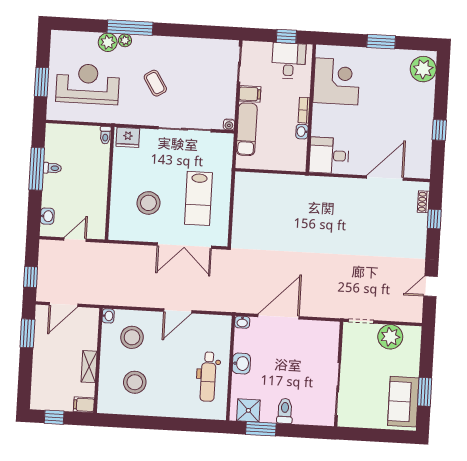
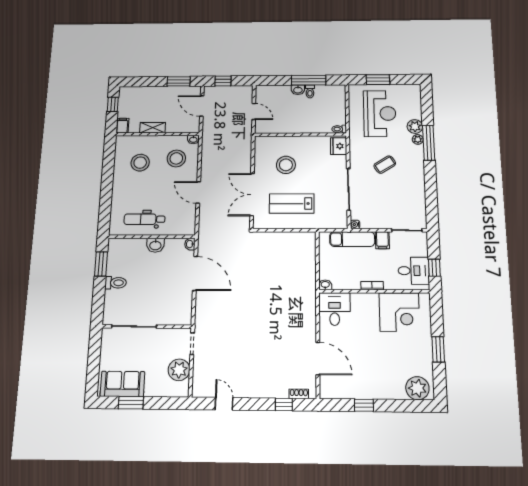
washbasin: (302, 132) -> (325, 285), moved
washbasin: (47, 216) -> (298, 90), moved
shower: (248, 410) -> (116, 253), removed

